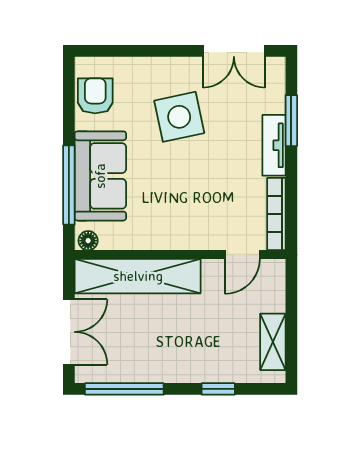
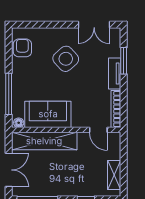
side table: (179, 117) -> (66, 59), turned -30
sofa: (100, 176) -> (48, 114), moved, turned -90
door: (242, 255) -> (98, 130), hinge flipped

